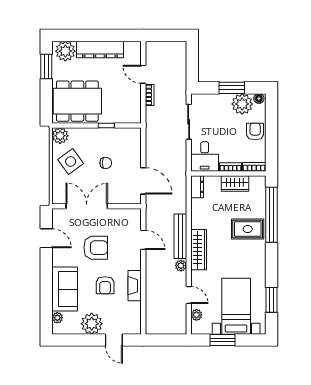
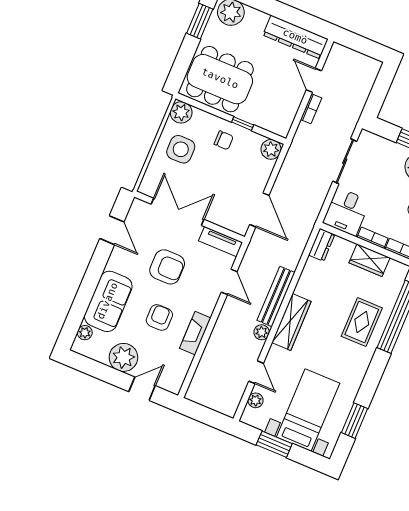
dresser: (100, 49) -> (295, 37), moved
plant: (134, 135) -> (271, 149), added
side table: (71, 162) -> (181, 149), turned 36
chair: (106, 163) -> (224, 140), moved
tv unit: (126, 214) -> (221, 242), added
rug: (248, 229) -> (362, 322), turned 90
armchair: (105, 285) -> (159, 317), turned 180
door: (114, 340) -> (142, 389), swing flipped

